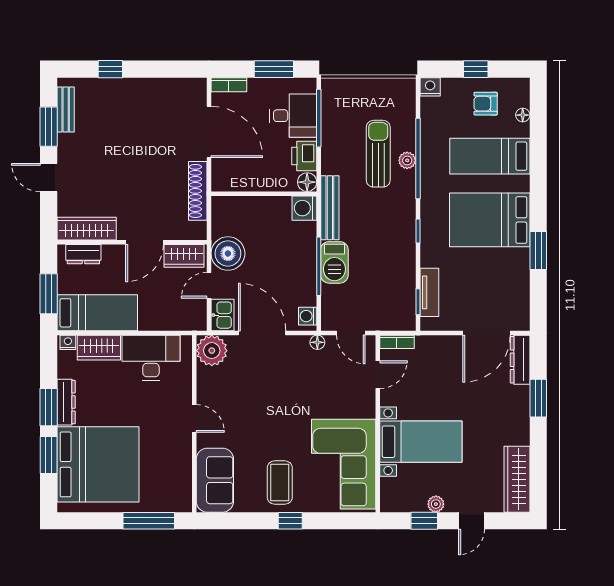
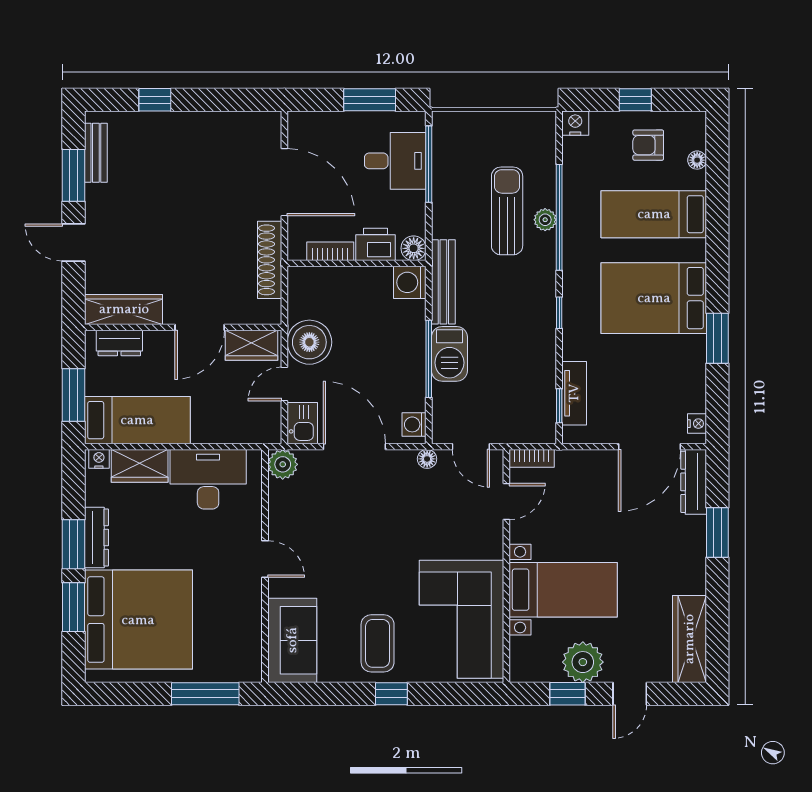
bookcase: (229, 85) -> (330, 251), moved, turned 180
printer: (304, 156) -> (375, 244), moved, turned 90
nightstand: (523, 315) -> (697, 424), added
plant: (212, 351) -> (283, 464), width x0.73, depth x0.73
plant: (436, 504) -> (583, 662), width x1.87, depth x1.87

